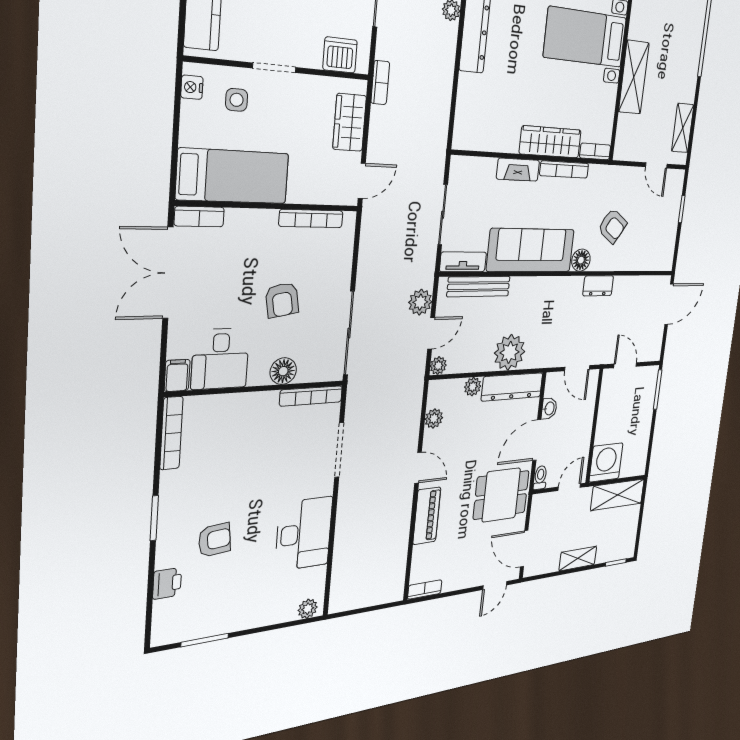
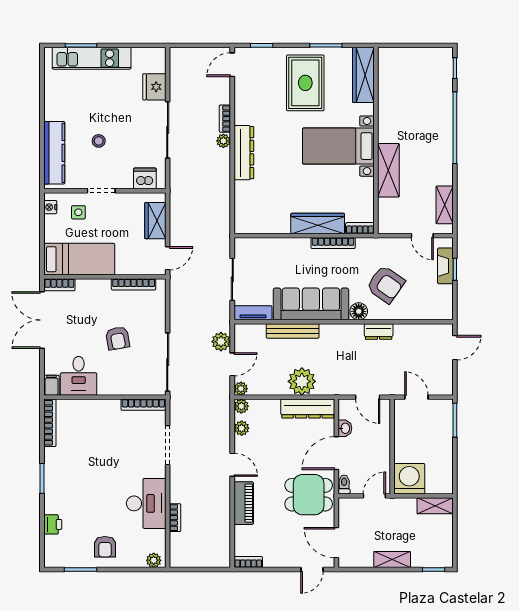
bookcase: (380, 83) -> (175, 518), moved
fireplace: (518, 170) -> (445, 266), moved, turned 90
armchair: (613, 226) -> (386, 284), width x1.38, depth x1.38
bench: (479, 287) -> (293, 331), moved
door: (669, 304) -> (455, 348), width x0.73
floor lamp: (283, 371) -> (122, 386), removed
plant: (473, 387) -> (241, 406), moved
shelving: (618, 495) -> (435, 506), width x0.67, depth x0.75
armchair: (215, 540) -> (105, 547), moved, turned 96

